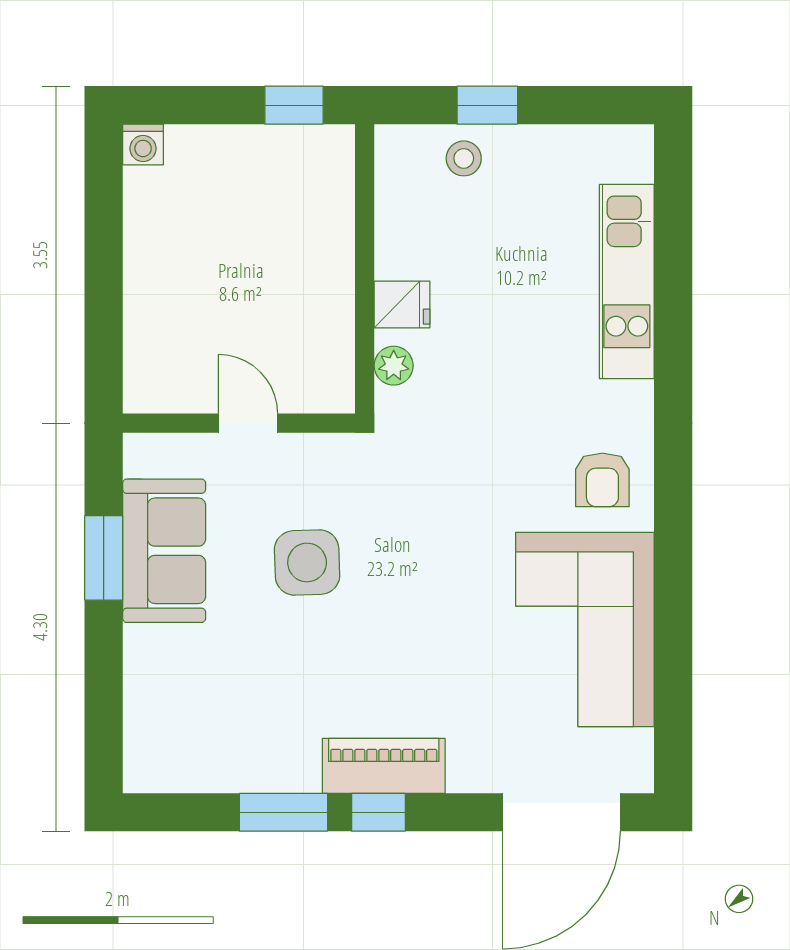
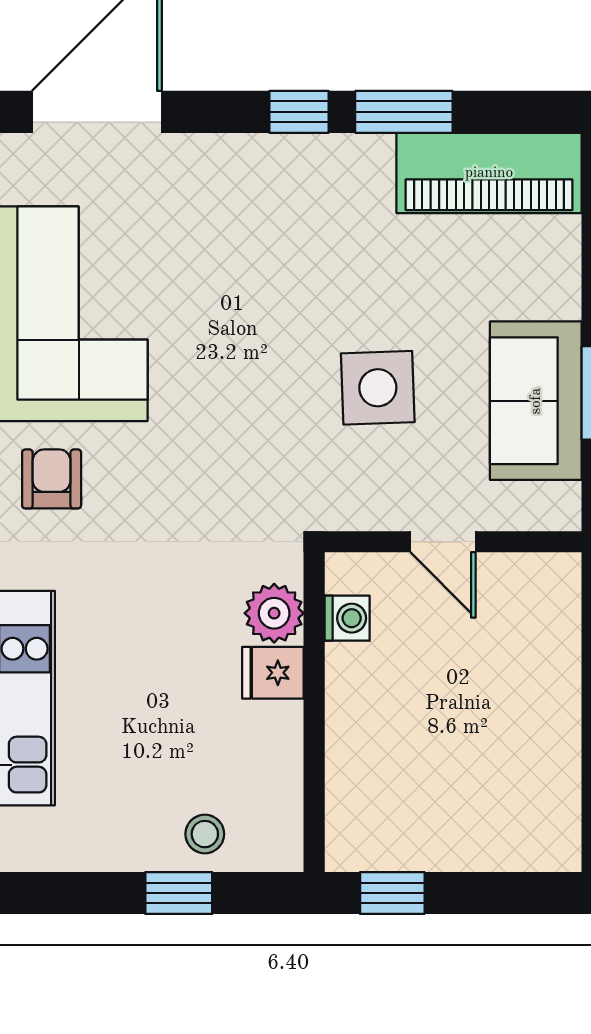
washing machine: (143, 144) -> (347, 618), moved, turned 90
plant: (394, 366) -> (274, 613), width x1.38, depth x1.38
piano: (384, 766) -> (489, 173), moved, width x1.37, depth x1.33

